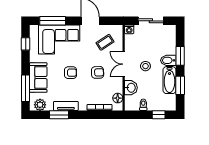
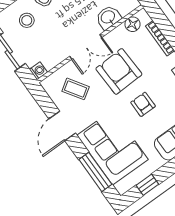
stool: (145, 66) -> (27, 20), moved
armchair: (98, 72) -> (119, 71), width x1.88, depth x1.88

